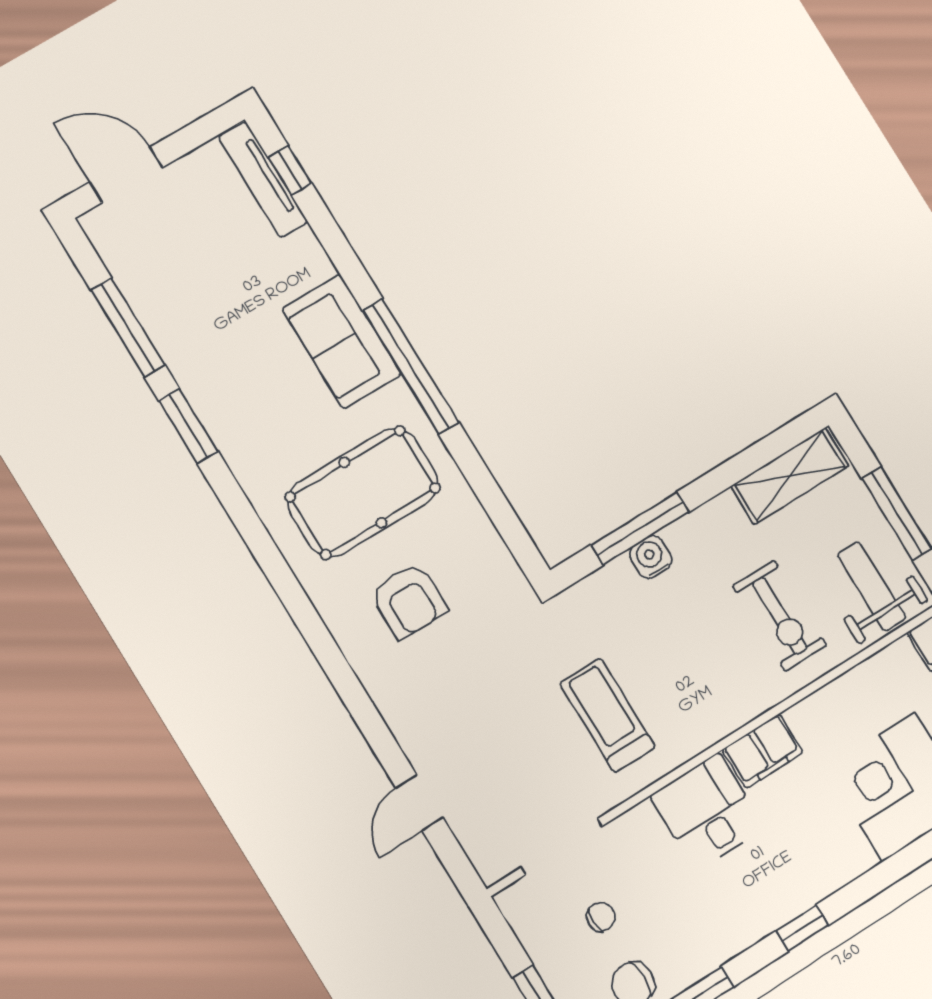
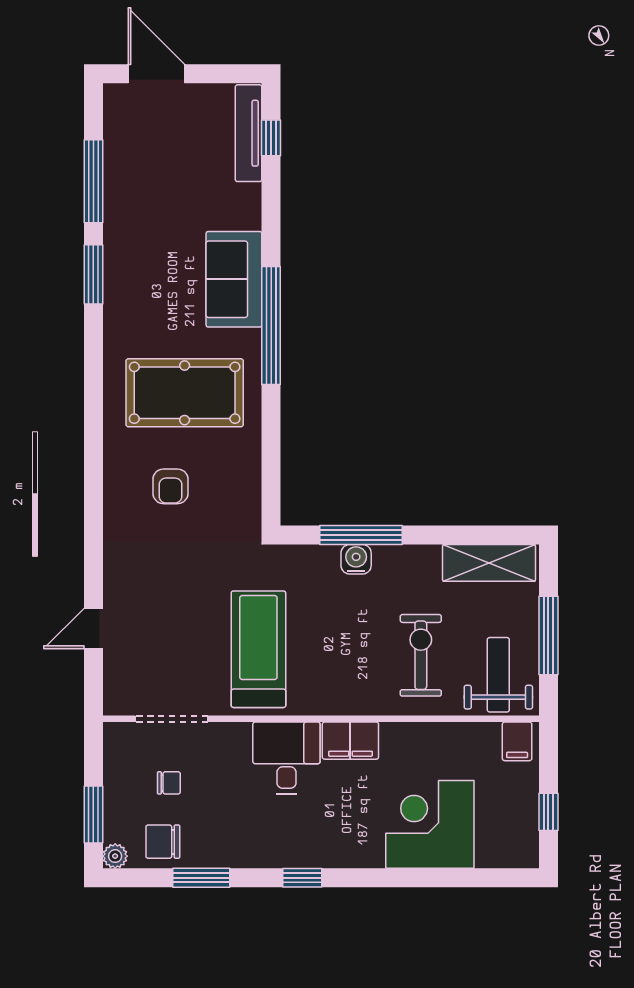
armchair: (409, 601) -> (170, 486), width x0.72, depth x0.72
exercise bike: (780, 616) -> (421, 655), turned 180
treadmill: (607, 715) -> (258, 649), width x1.37, depth x1.38

